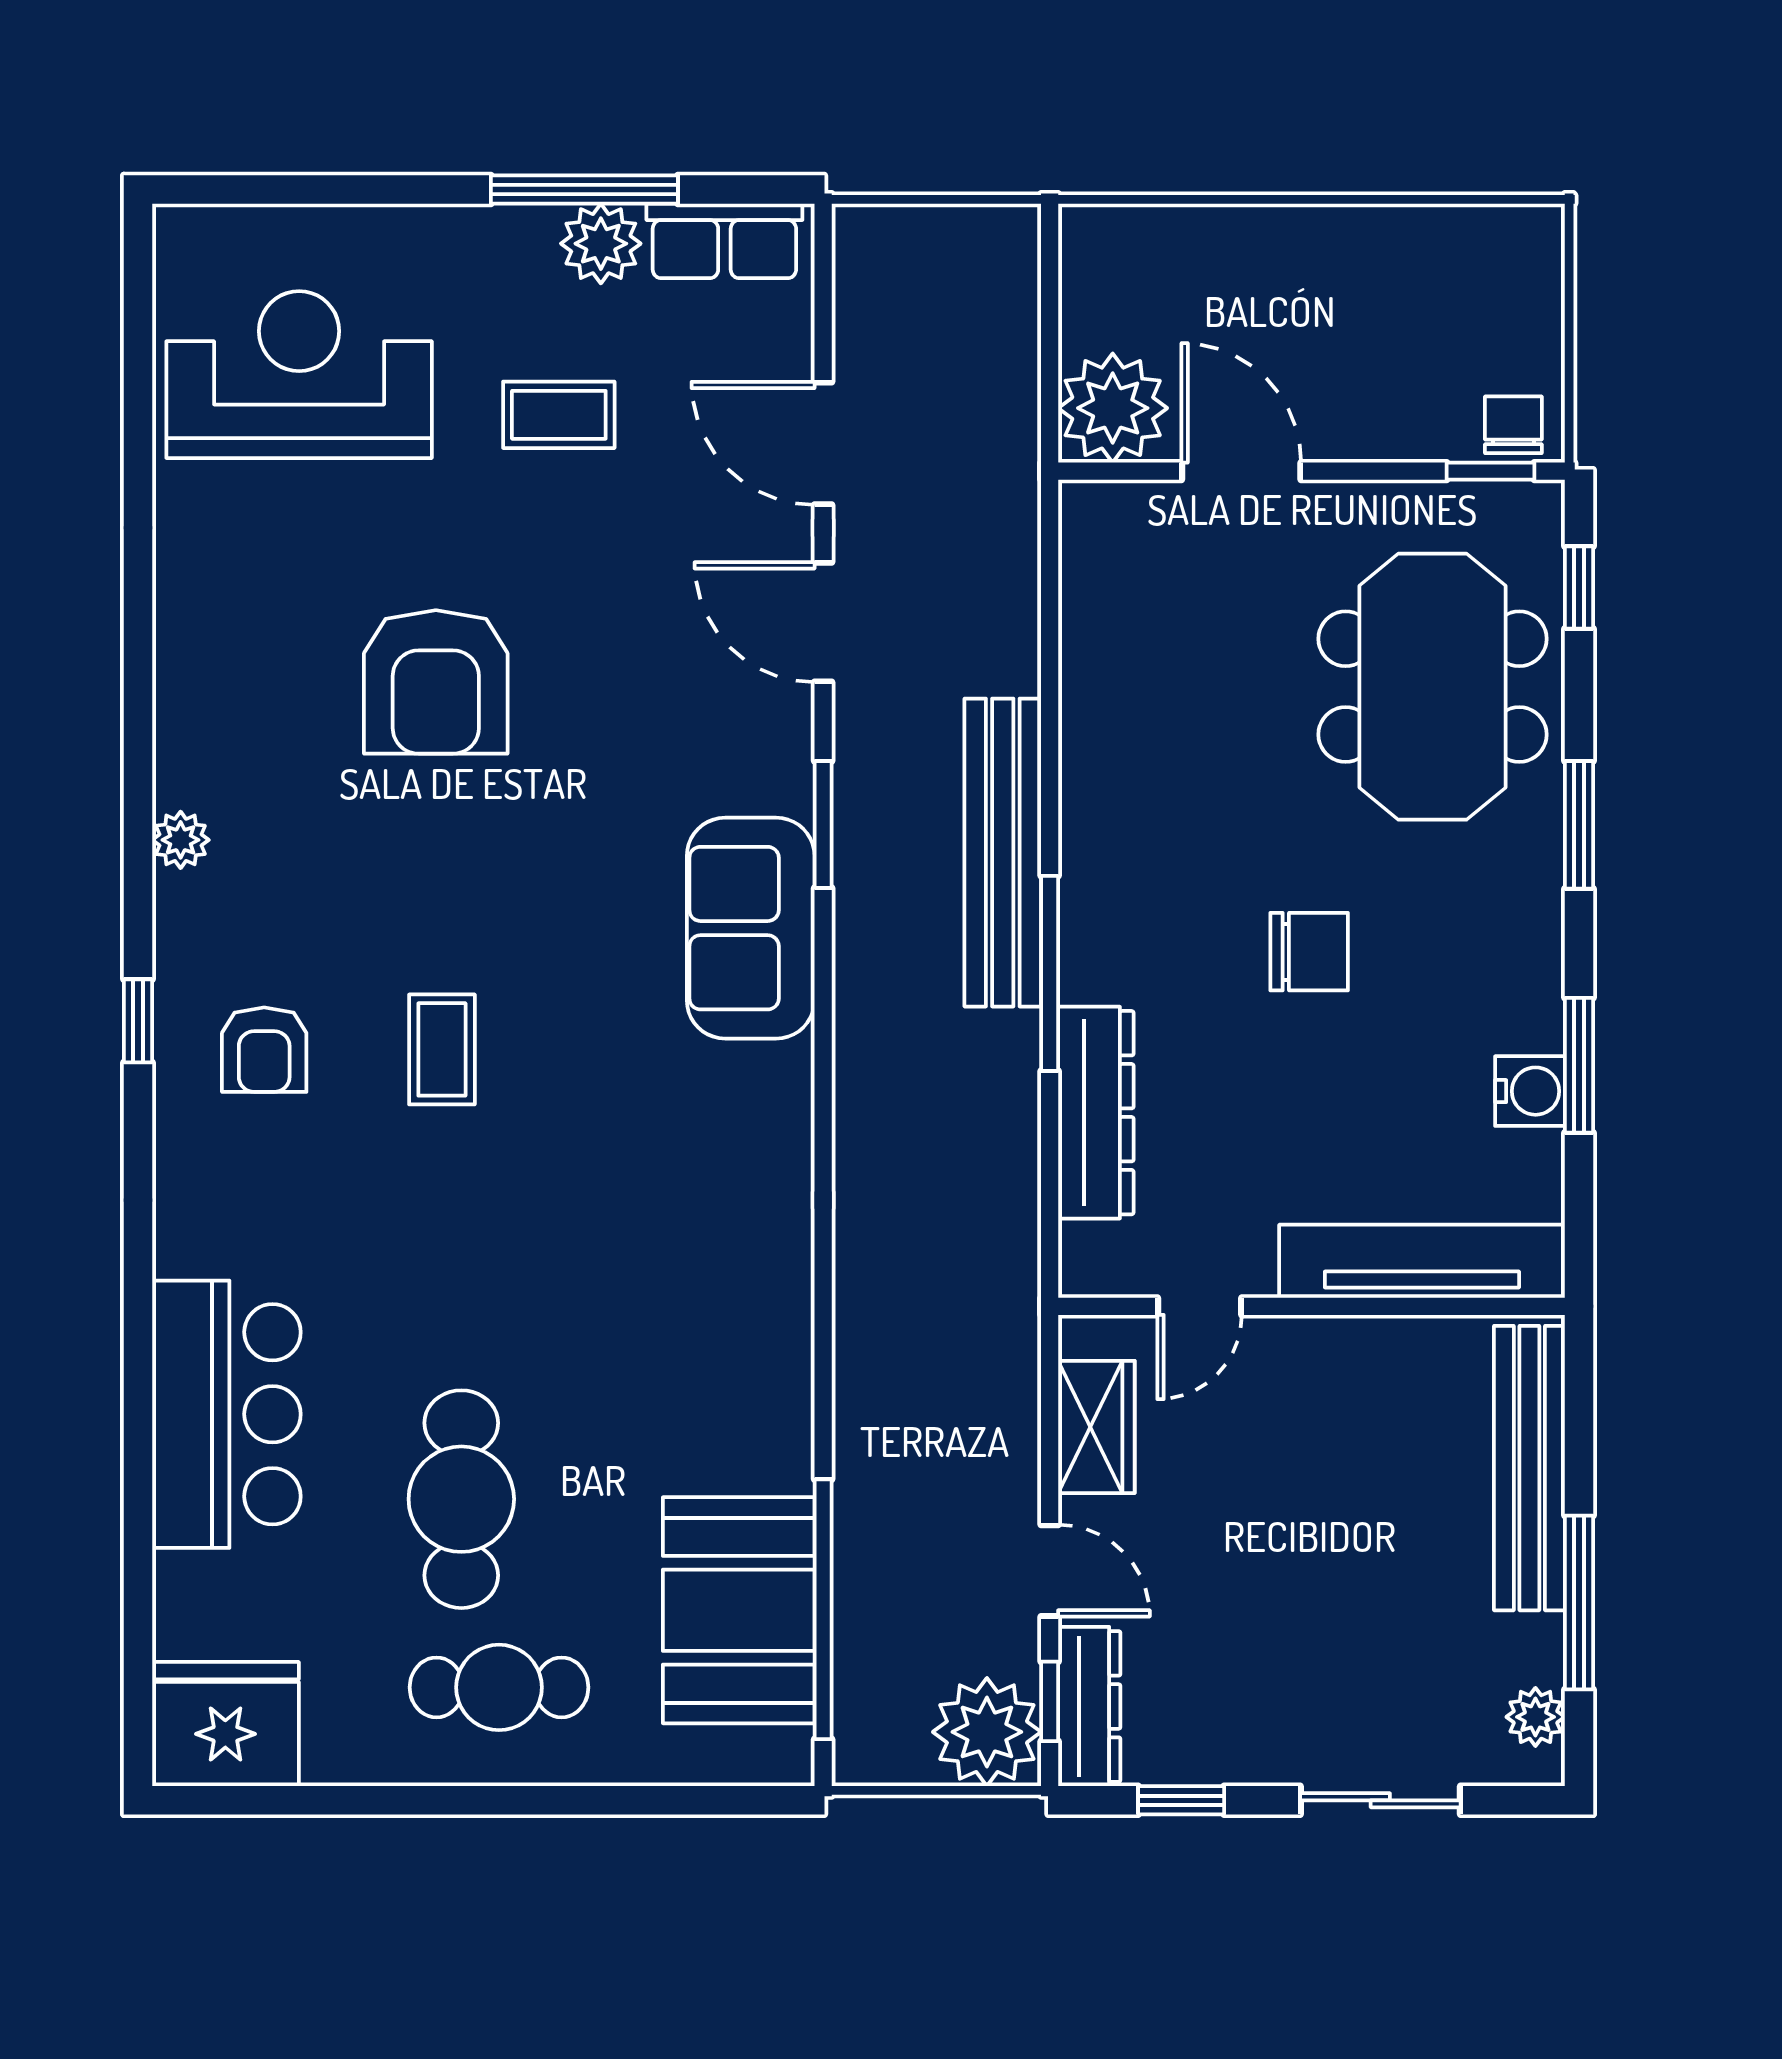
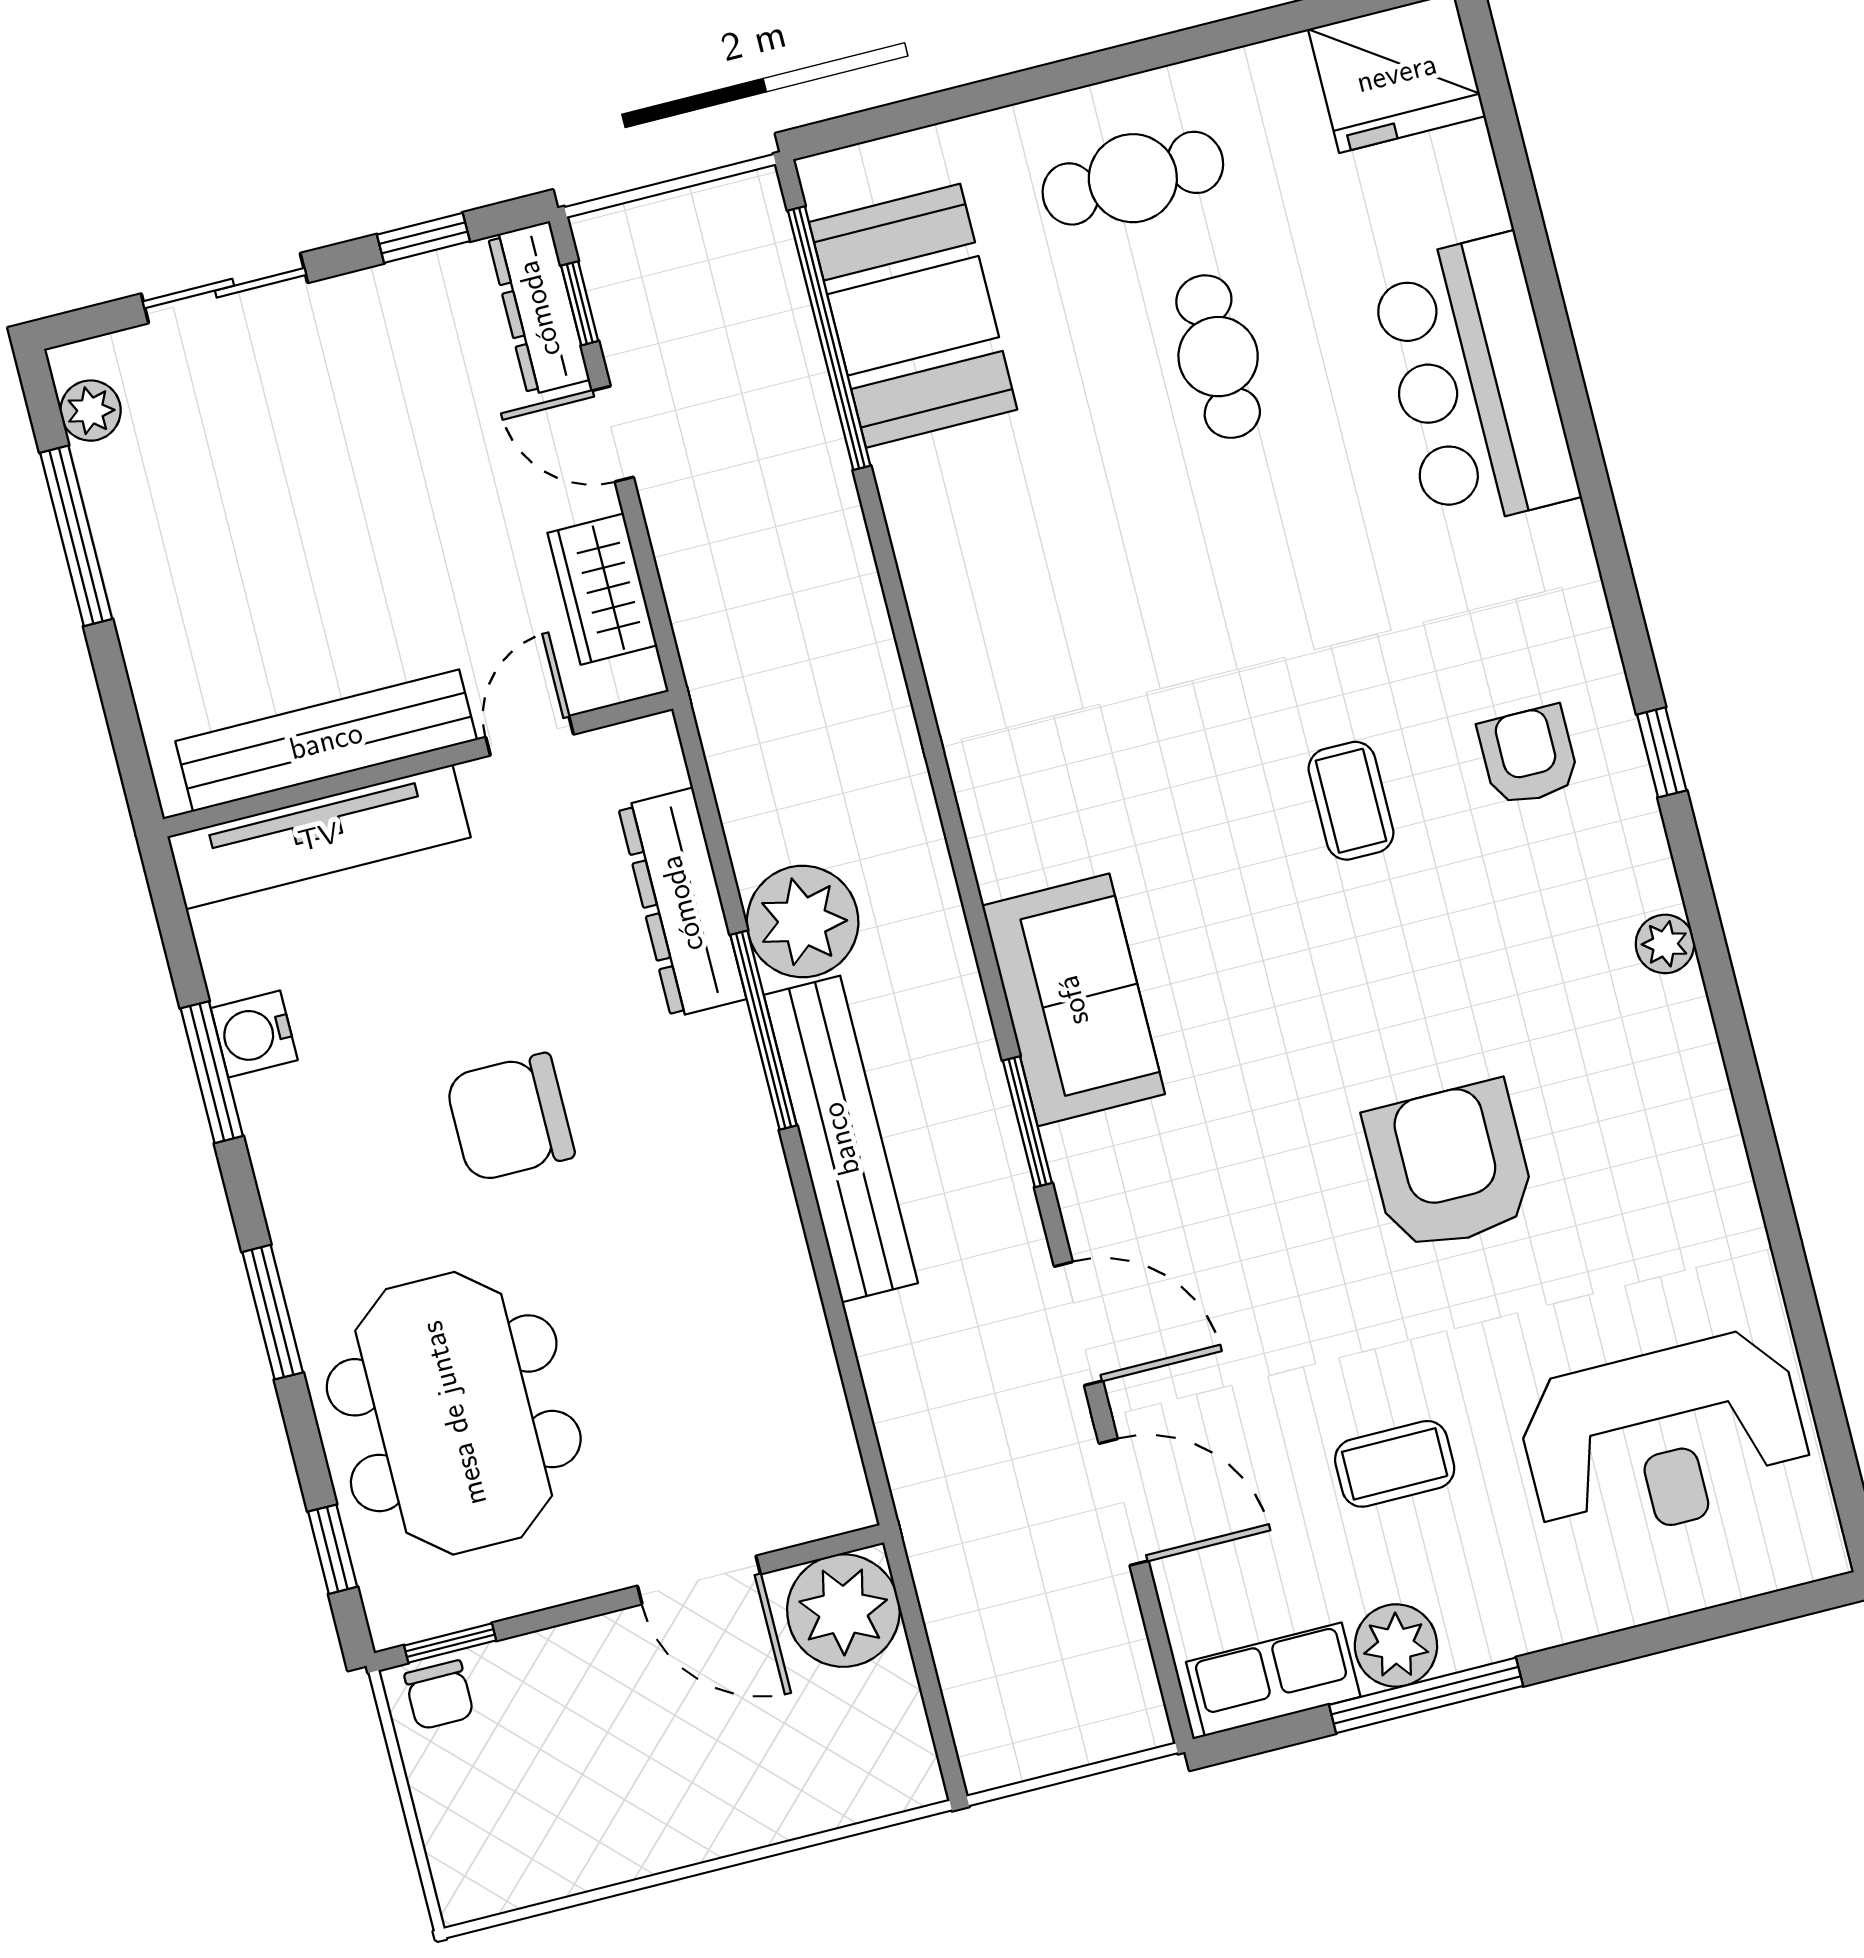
chair: (1309, 952) -> (510, 1117), width x1.37, depth x1.37
bench: (1529, 1468) -> (326, 741), moved, turned 90
cafe table: (461, 1499) -> (1218, 357), width x0.73, depth x0.74
plant: (987, 1732) -> (803, 922), moved

